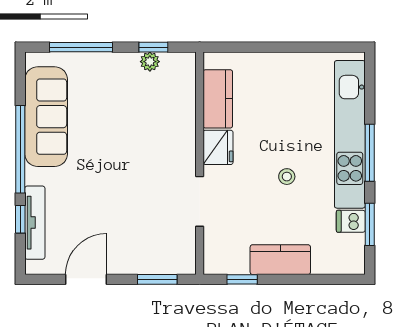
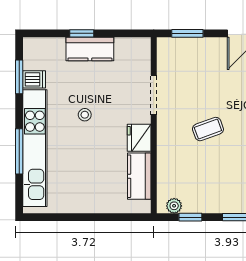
plant: (150, 62) -> (174, 206), moved
window: (370, 153) -> (19, 151), moved
coffee table: (131, 158) -> (208, 129), added
window: (242, 279) -> (82, 33), moved

